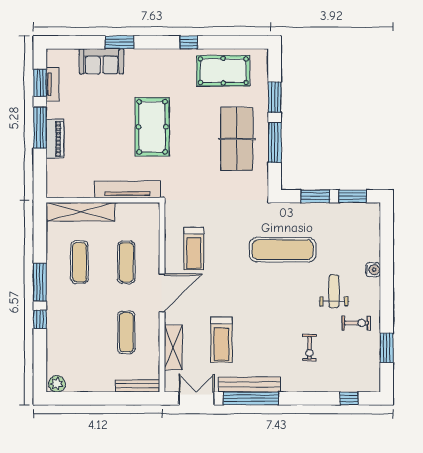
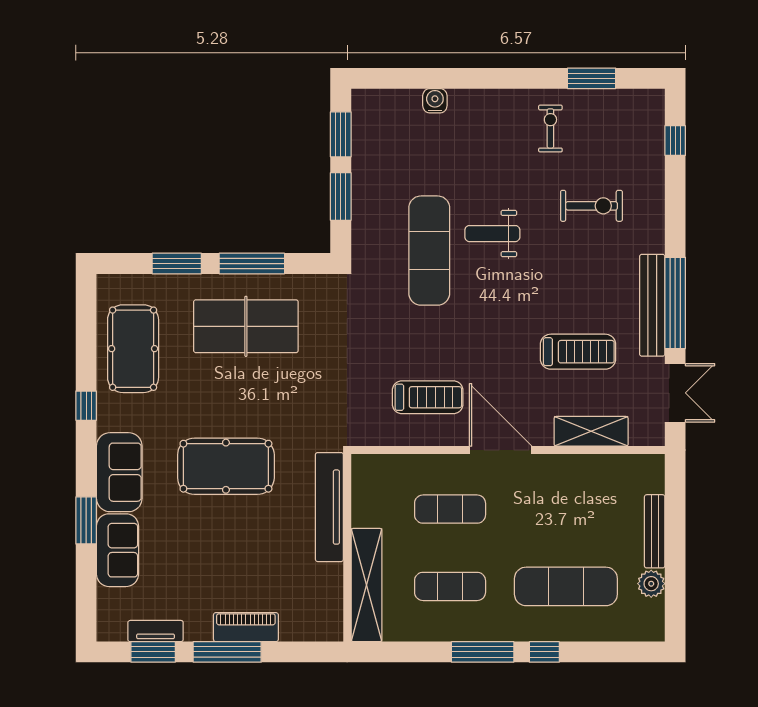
sofa: (149, 62) -> (119, 472), added
water cooler: (373, 270) -> (435, 101), moved
weight bench: (334, 291) -> (492, 234), moved
exercise mat: (126, 332) -> (566, 586), moved, width x1.36, depth x1.45
exercise bike: (310, 348) -> (592, 206), width x1.38, depth x1.39
plant: (57, 384) -> (651, 584), moved
bench: (138, 386) -> (655, 531), moved
double door: (197, 398) -> (675, 393), swing flipped

